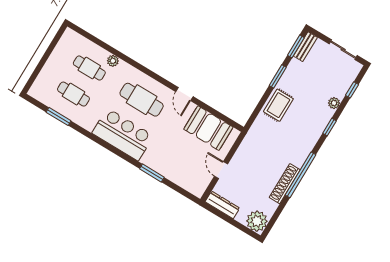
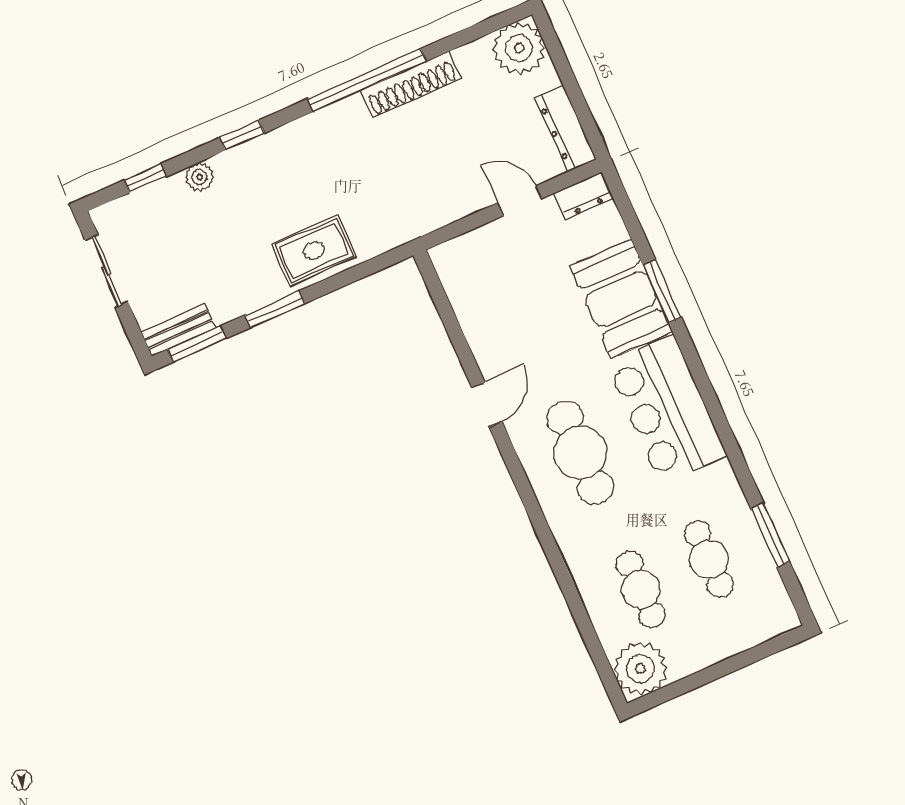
plant: (113, 61) -> (640, 669), moved, width x1.88, depth x1.88
booth: (208, 128) -> (621, 299), moved
door: (221, 170) -> (520, 201), swing flipped
dresser: (201, 187) -> (584, 196), added

